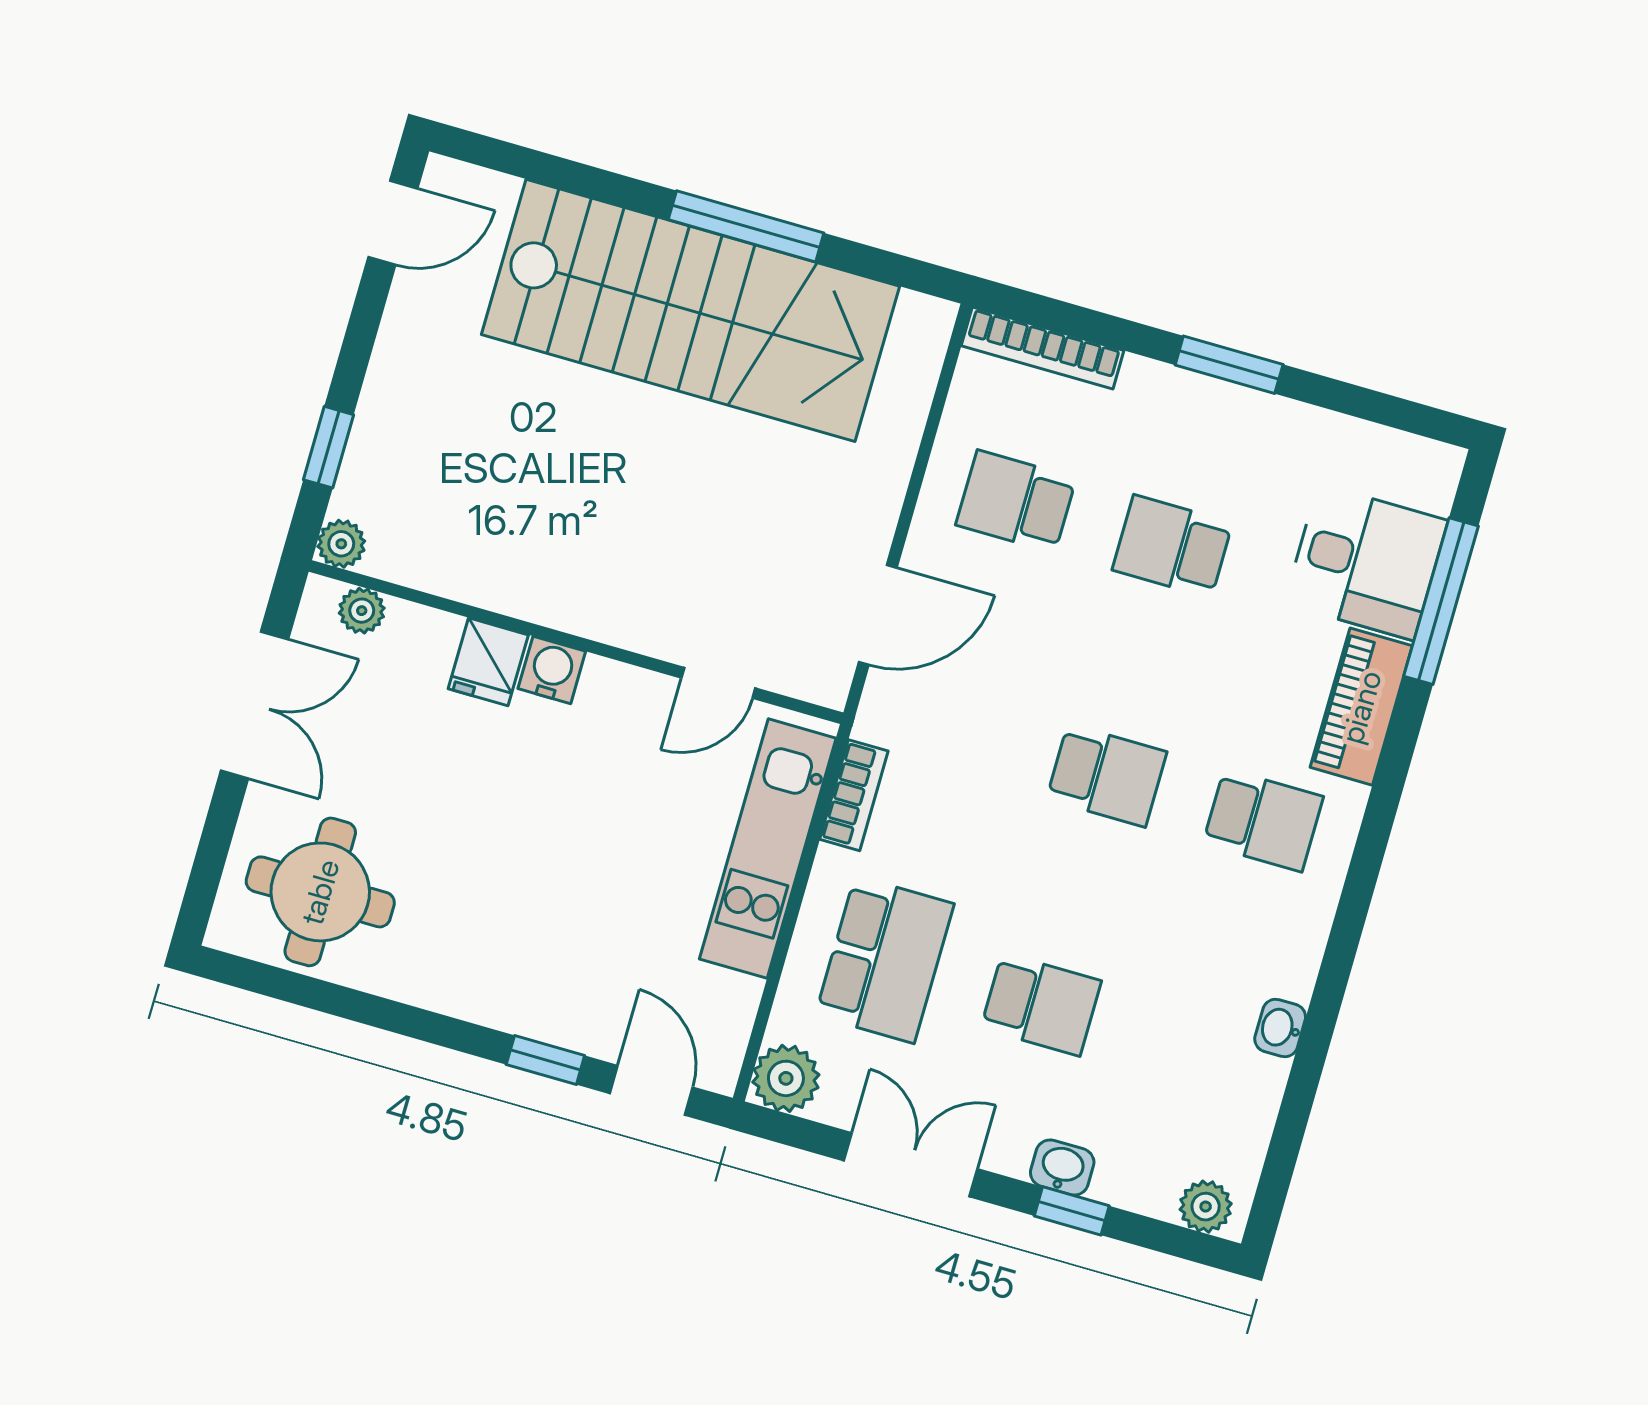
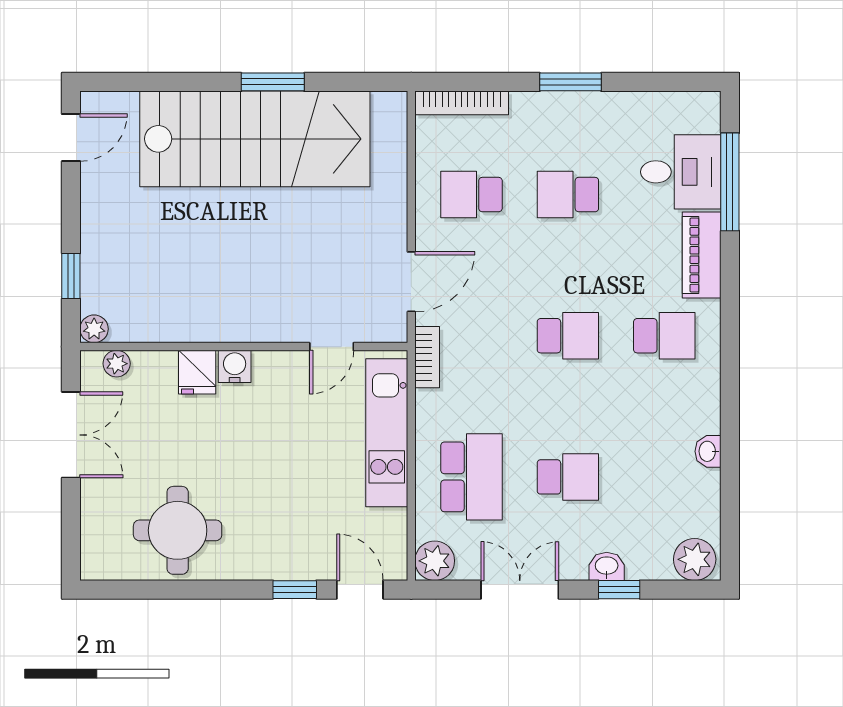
window: (746, 226) -> (273, 82), width x0.69
bookcase: (854, 795) -> (427, 357), moved
round table: (320, 892) -> (178, 530), moved
plant: (1206, 1207) -> (695, 559), width x1.38, depth x1.38

